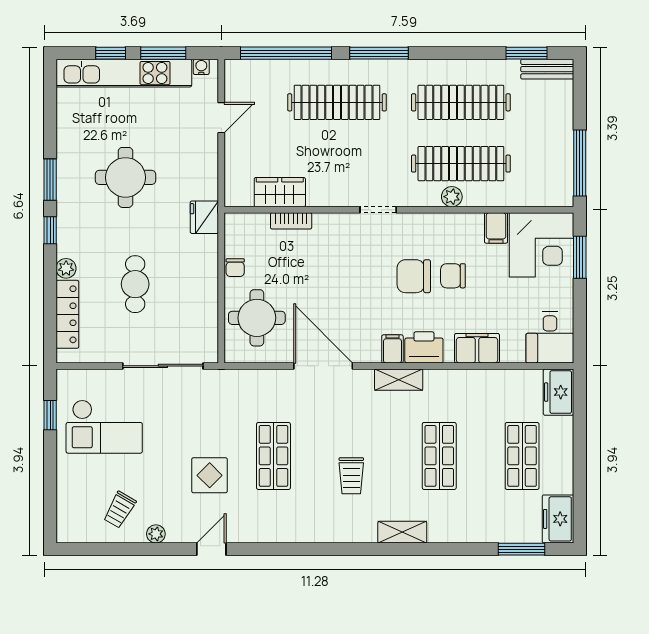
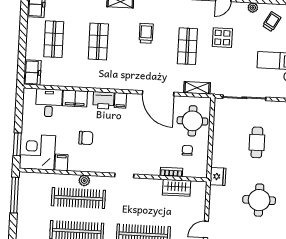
chair: (235, 268) -> (187, 150), moved
chair: (414, 276) -> (107, 139), removed
desk: (550, 337) -> (49, 103), moved
shelving: (399, 380) -> (197, 88), moved

